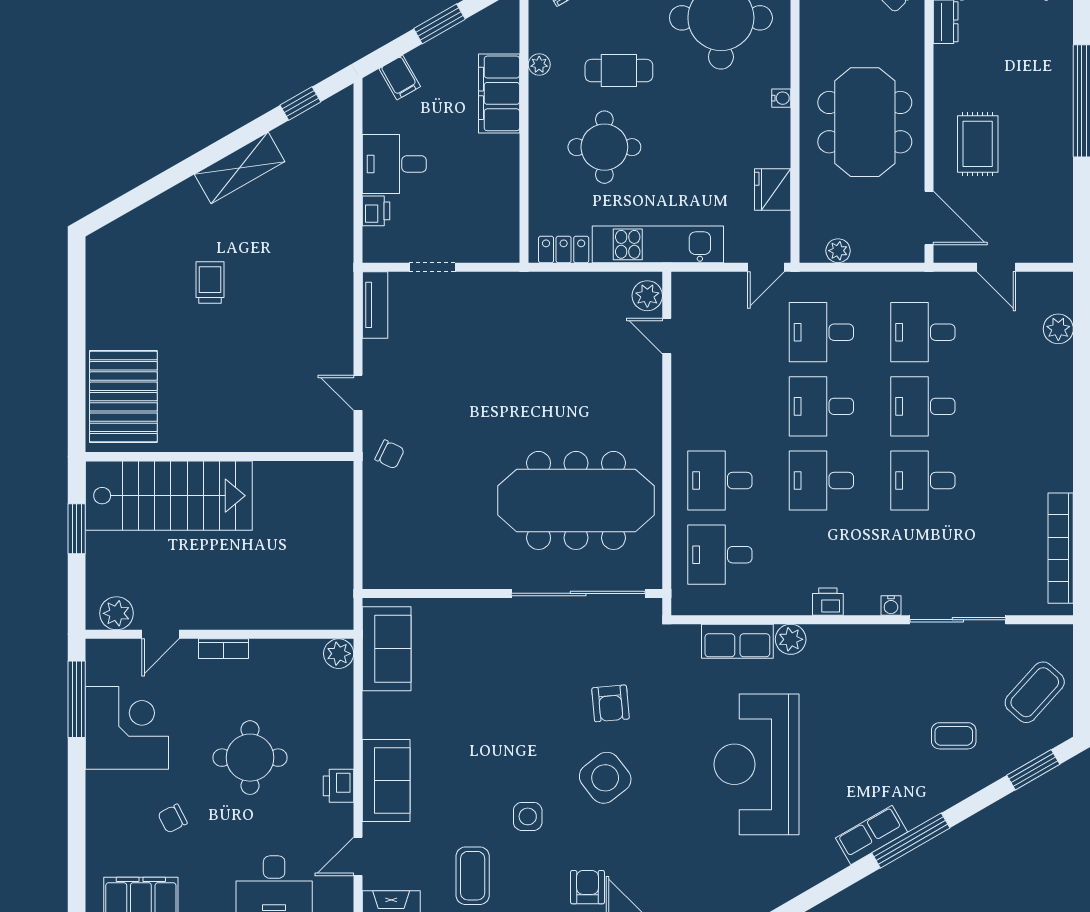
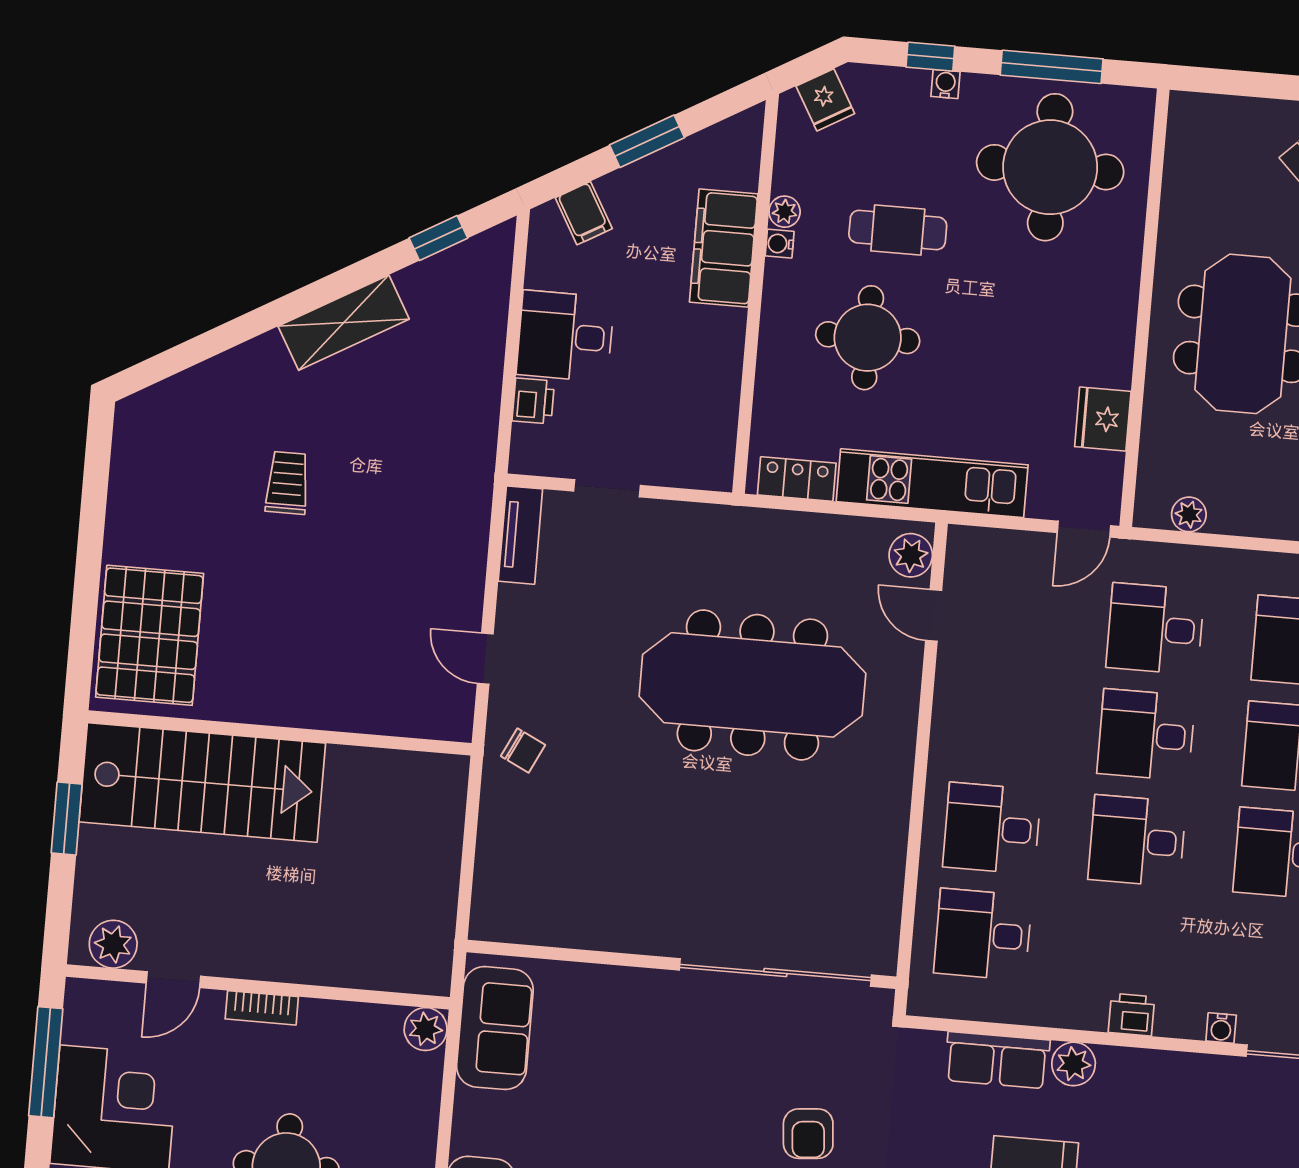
water cooler: (781, 98) -> (780, 244), moved, turned 180
meeting table: (576, 500) -> (752, 685), moved

